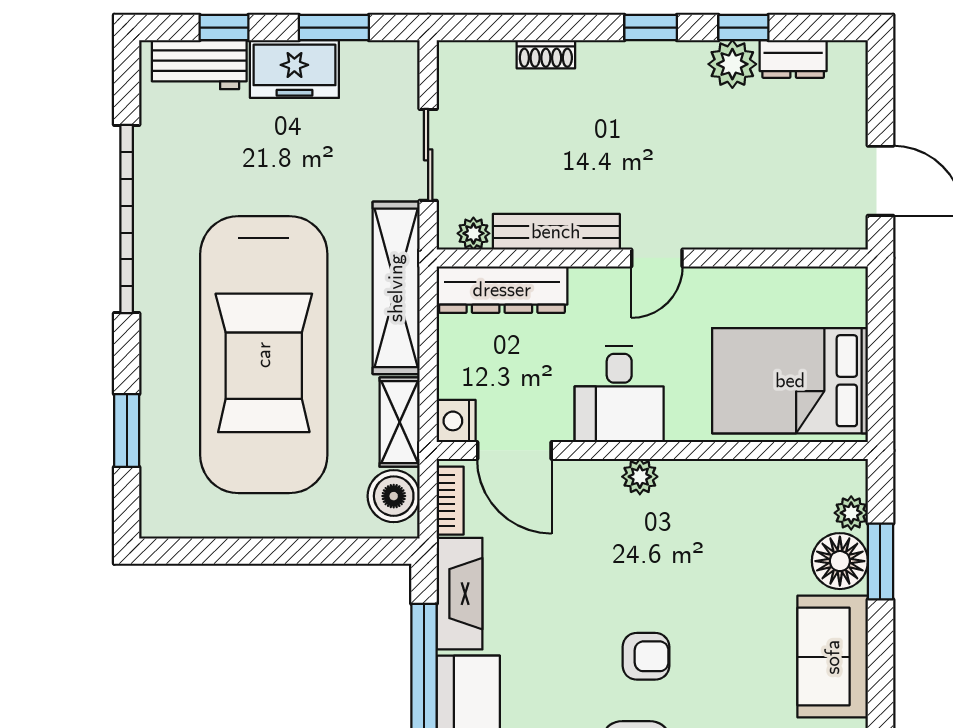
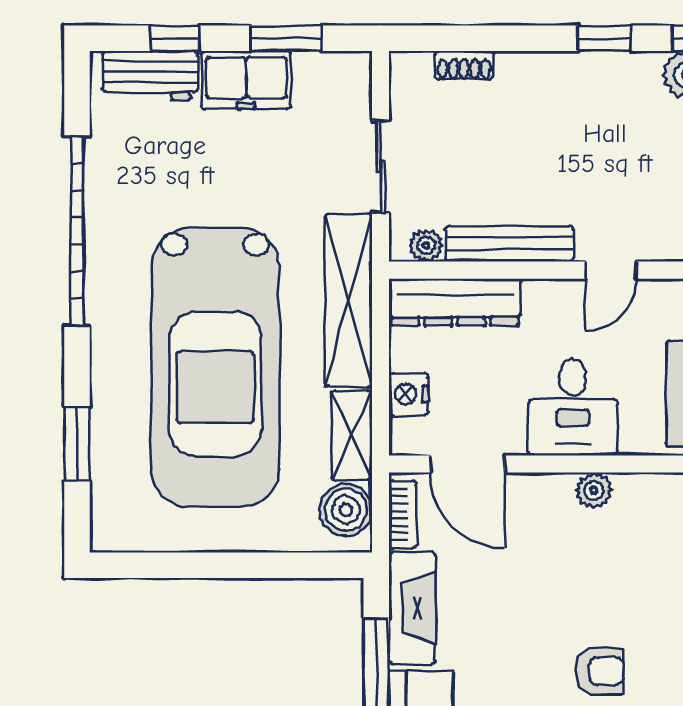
shoe rack: (546, 54) -> (464, 65), moved
nightstand: (456, 421) -> (409, 394), moved

